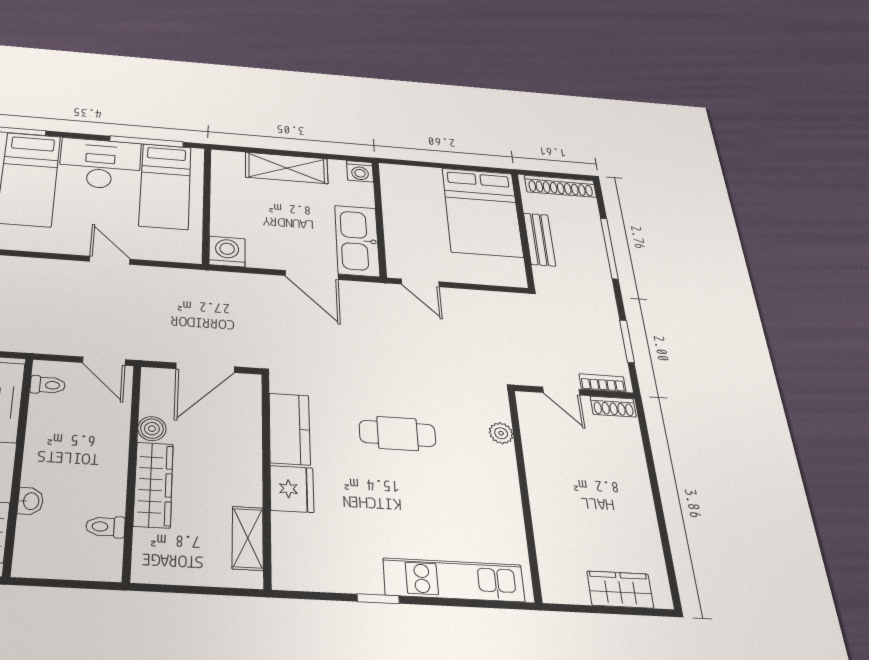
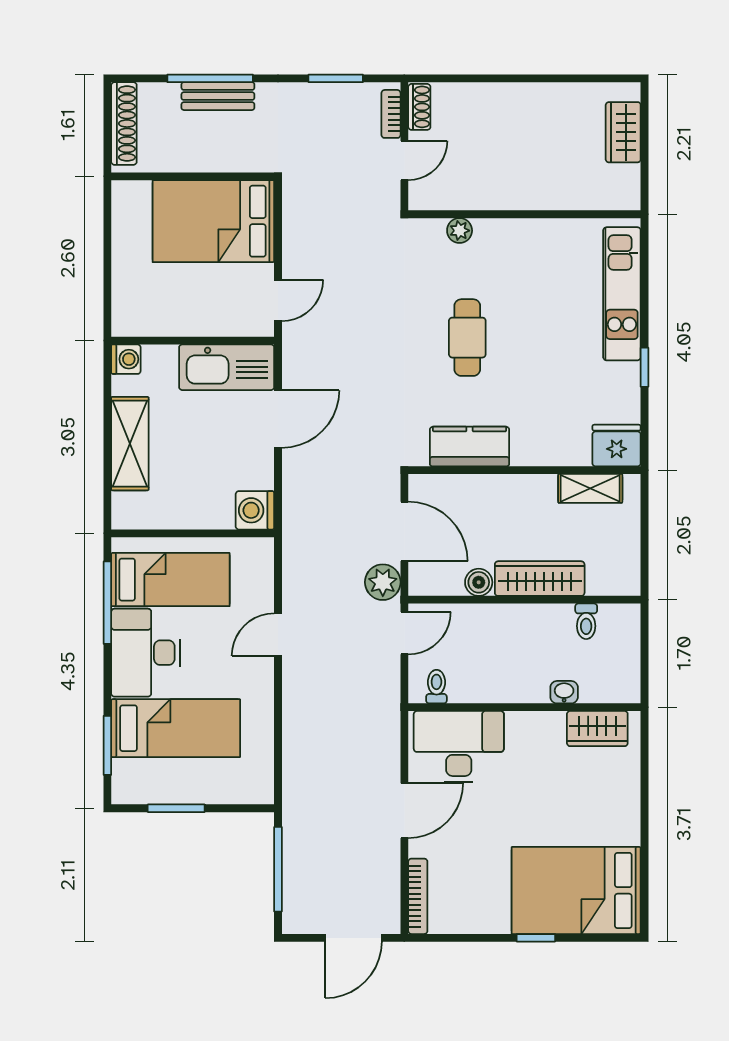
bed: (482, 212) -> (213, 221), moved, turned 180
bench: (539, 239) -> (218, 96), moved
plant: (156, 347) -> (383, 582), added
fridge: (292, 489) -> (617, 446), moved

